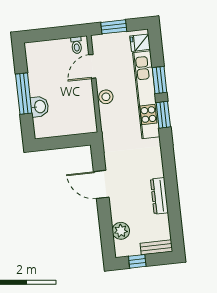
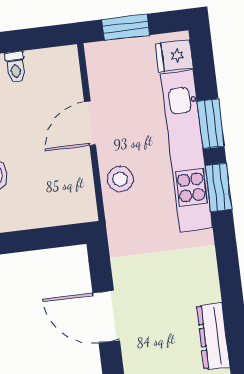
toilet: (77, 45) -> (15, 67), moved
door: (92, 66) -> (90, 123), moved
stool: (106, 97) -> (120, 179), moved

